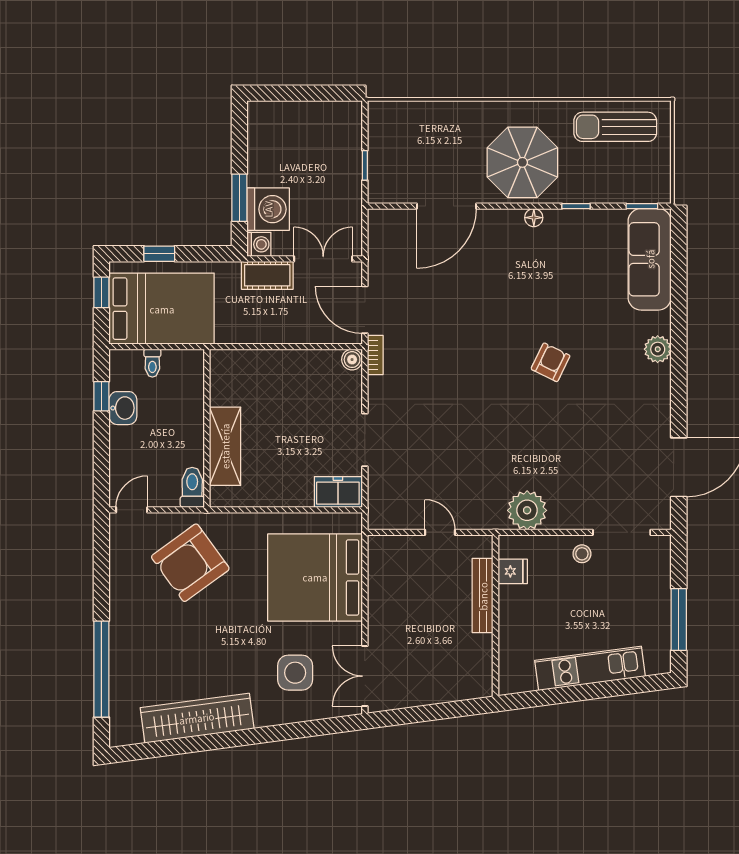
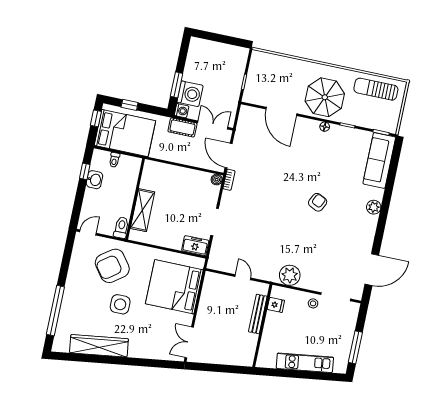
door: (447, 206) -> (281, 111), hinge flipped
side table: (295, 673) -> (120, 304), moved

